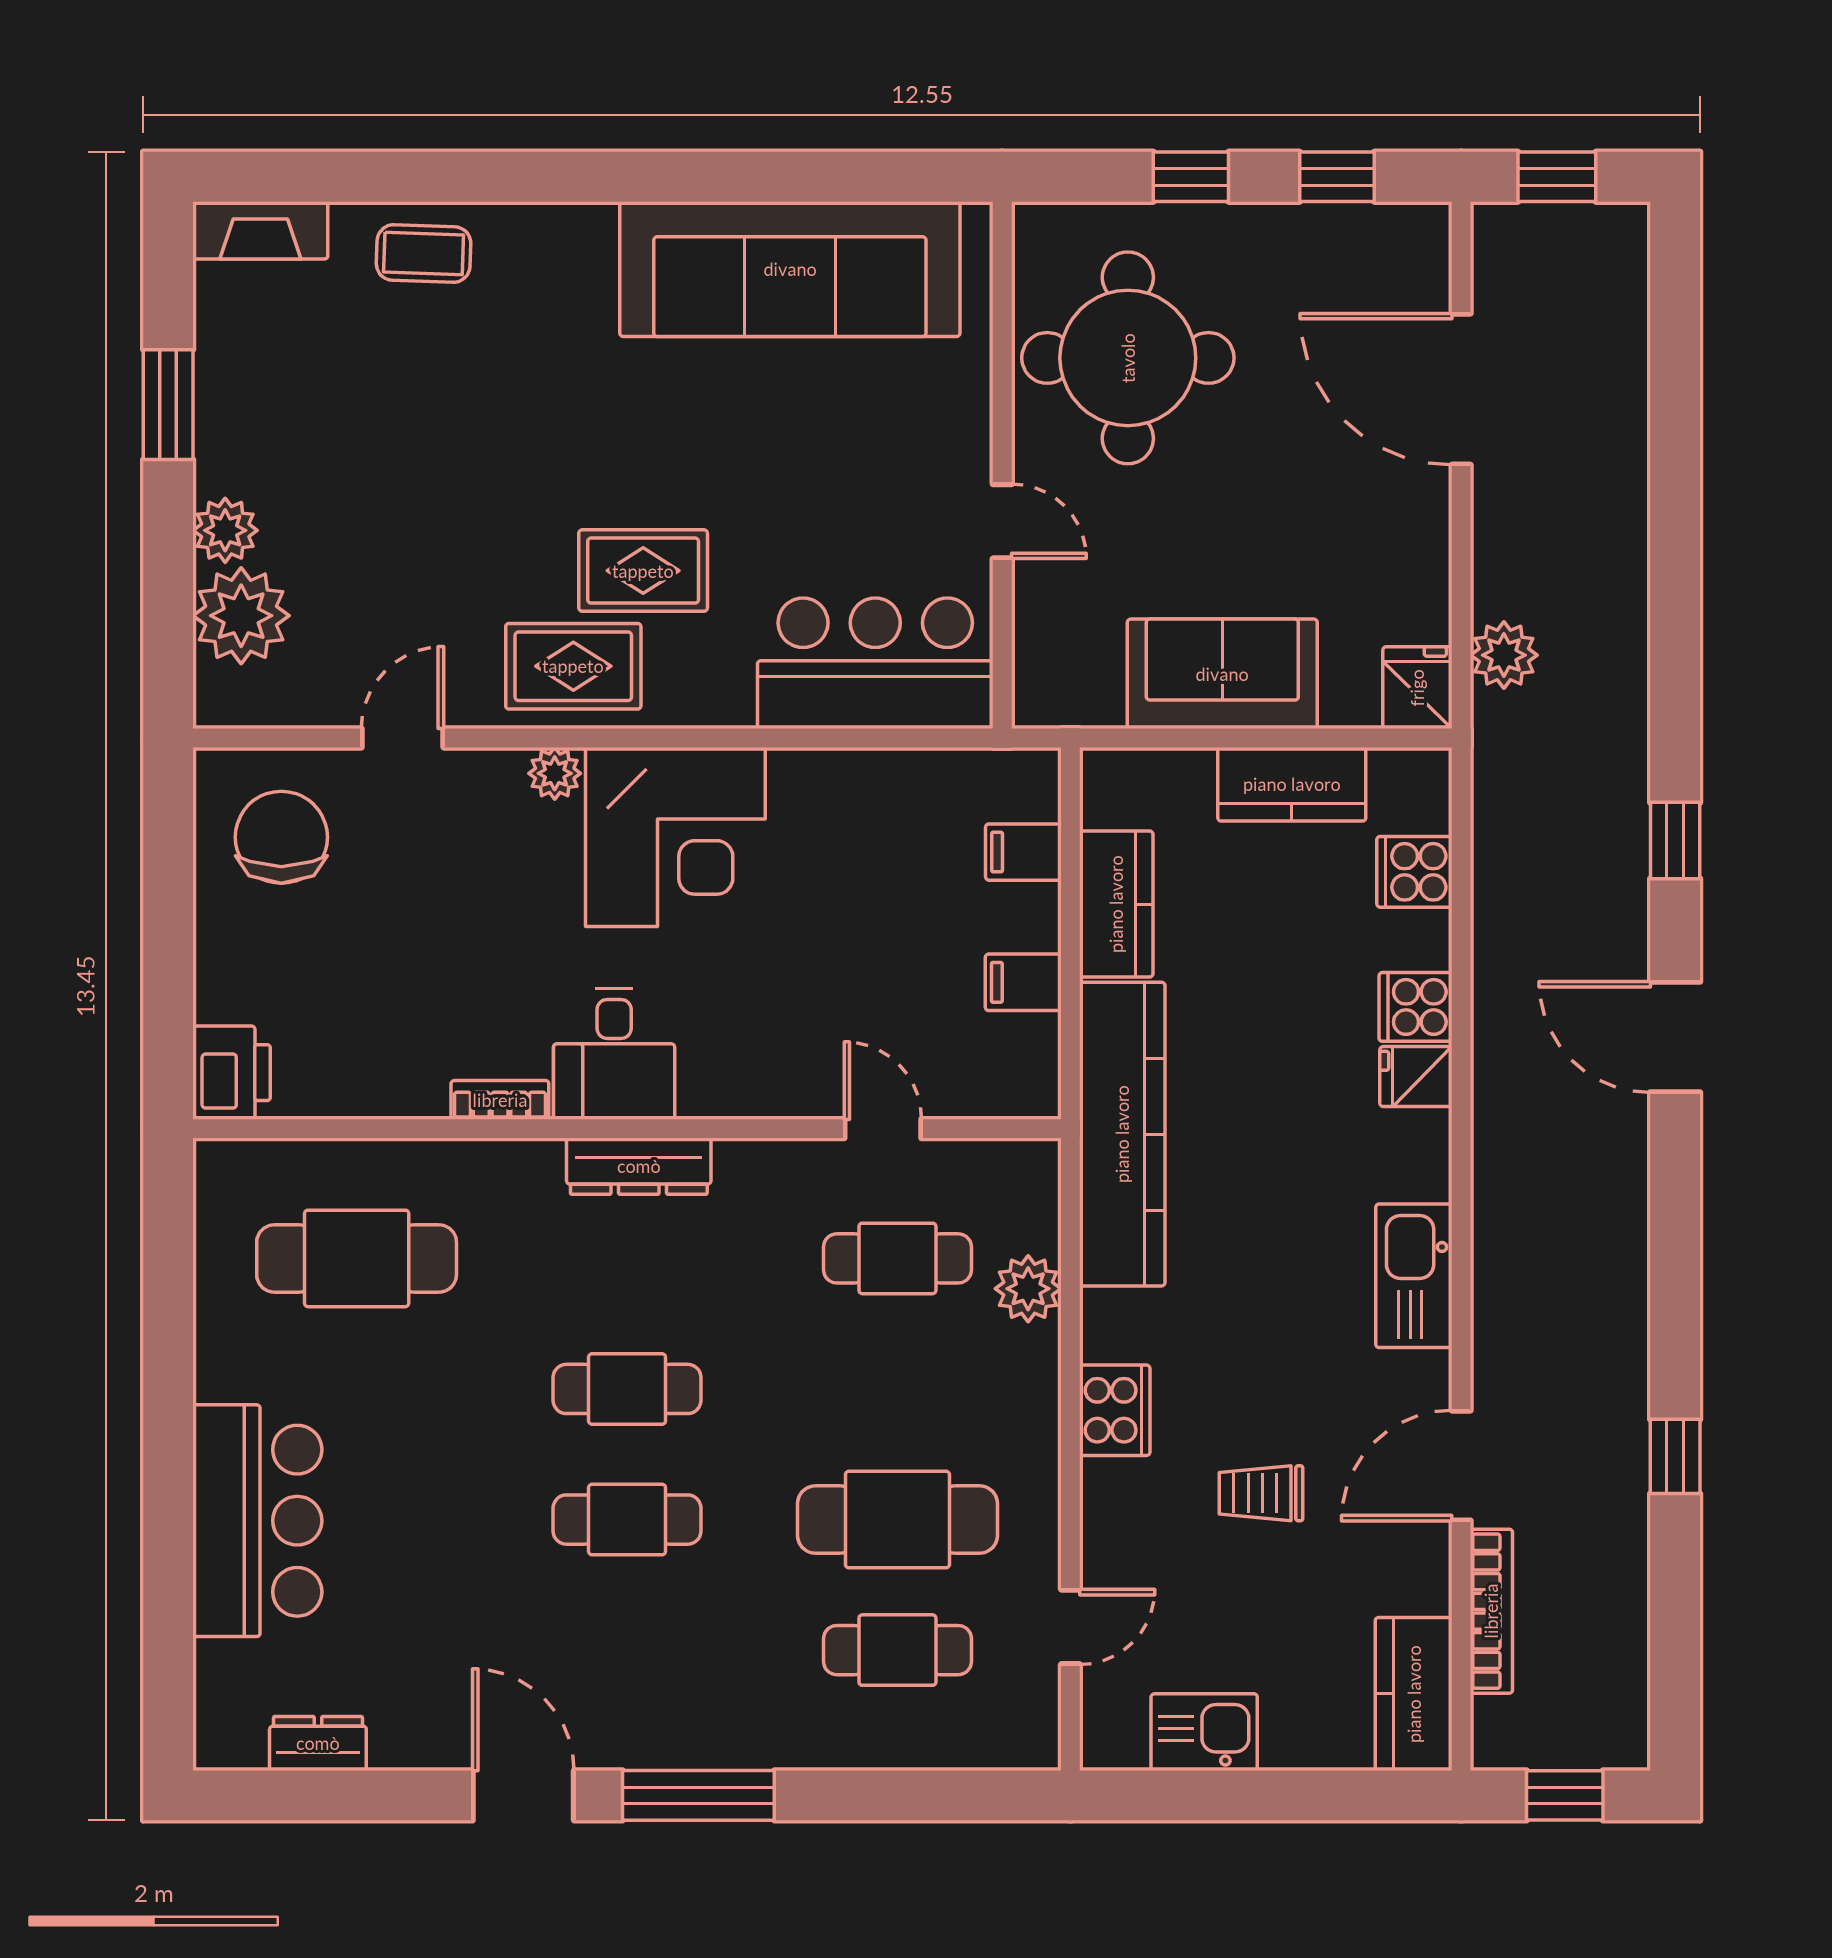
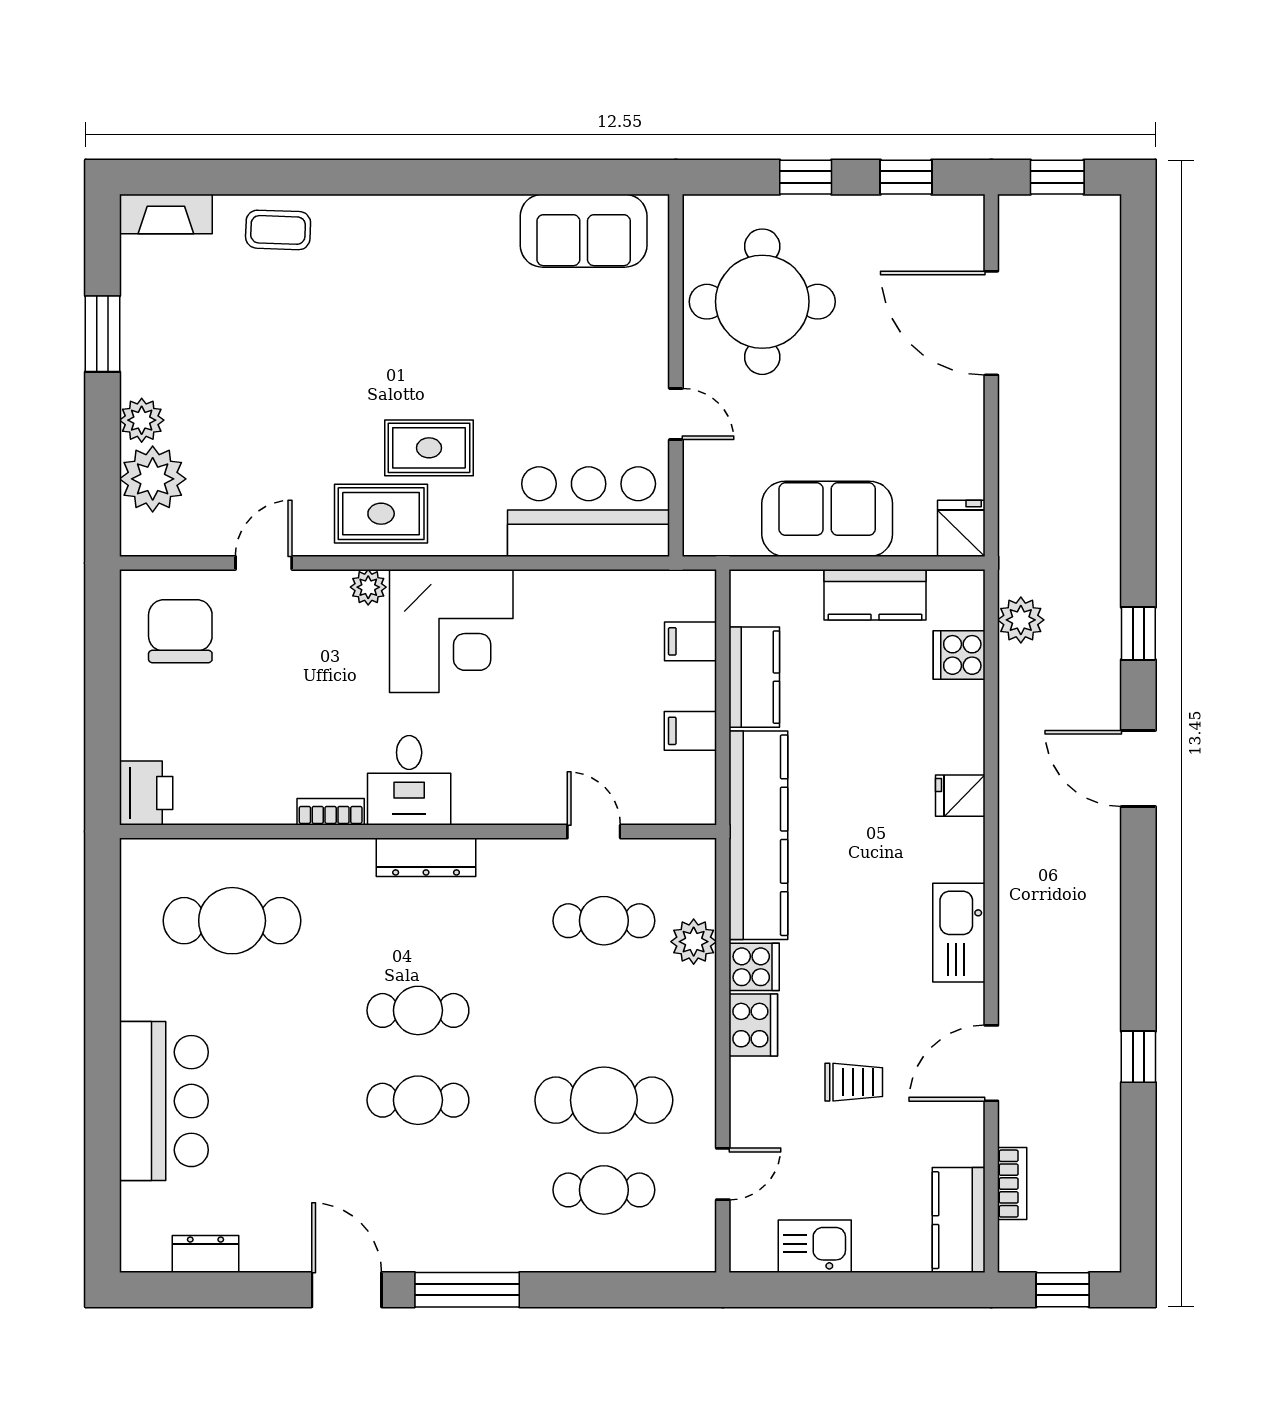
sofa: (790, 269) -> (584, 231), width x0.54, depth x0.79
plant: (1504, 655) -> (1021, 620), moved
cooker: (1415, 1007) -> (754, 967), moved, turned 180
trolley: (1261, 1493) -> (854, 1082), turned 180
bookcase: (1491, 1611) -> (1012, 1184), width x0.64

